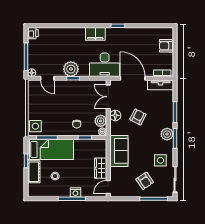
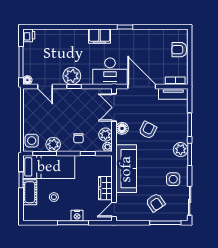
plant: (54, 130) -> (53, 144), added
sofa: (119, 151) -> (126, 169), width x1.36

